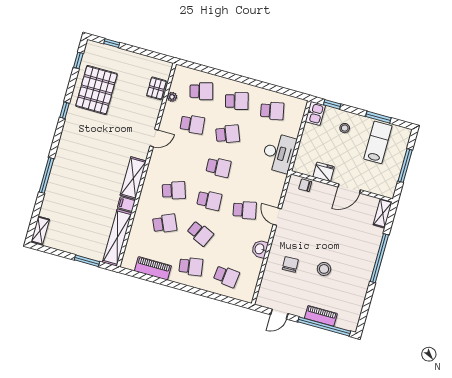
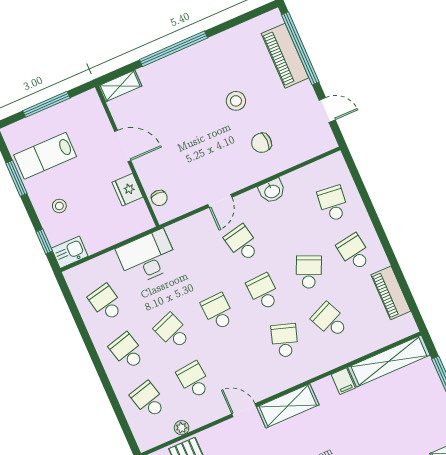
shelving: (133, 178) -> (288, 406), moved
school desk: (174, 190) -> (285, 340), turned 36
piano: (321, 316) -> (285, 56), width x1.37, depth x1.33

